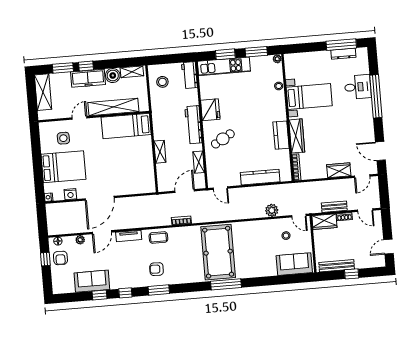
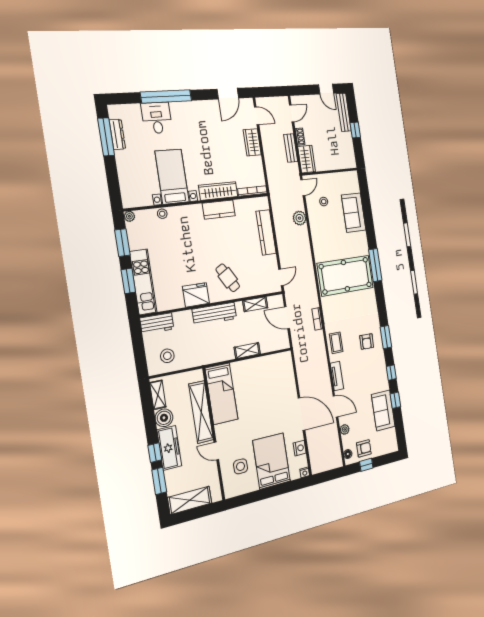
sofa: (294, 264) -> (354, 213), moved
bench: (337, 266) -> (344, 112), moved

